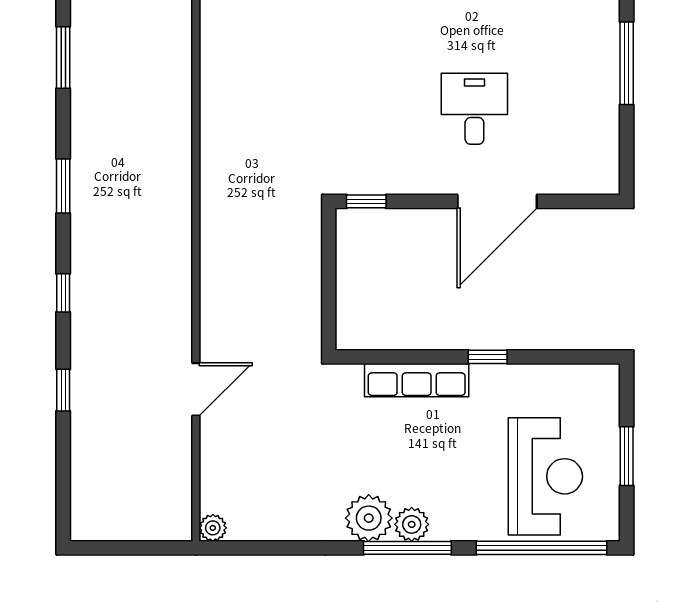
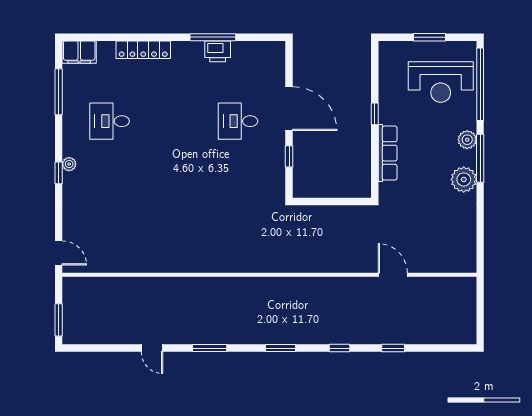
printer: (601, 72) -> (218, 51), added
window: (366, 201) -> (289, 156), moved
reception desk: (545, 476) -> (441, 82), turned 180
plant: (412, 524) -> (467, 140), moved
plant: (213, 528) -> (469, 266), removed

